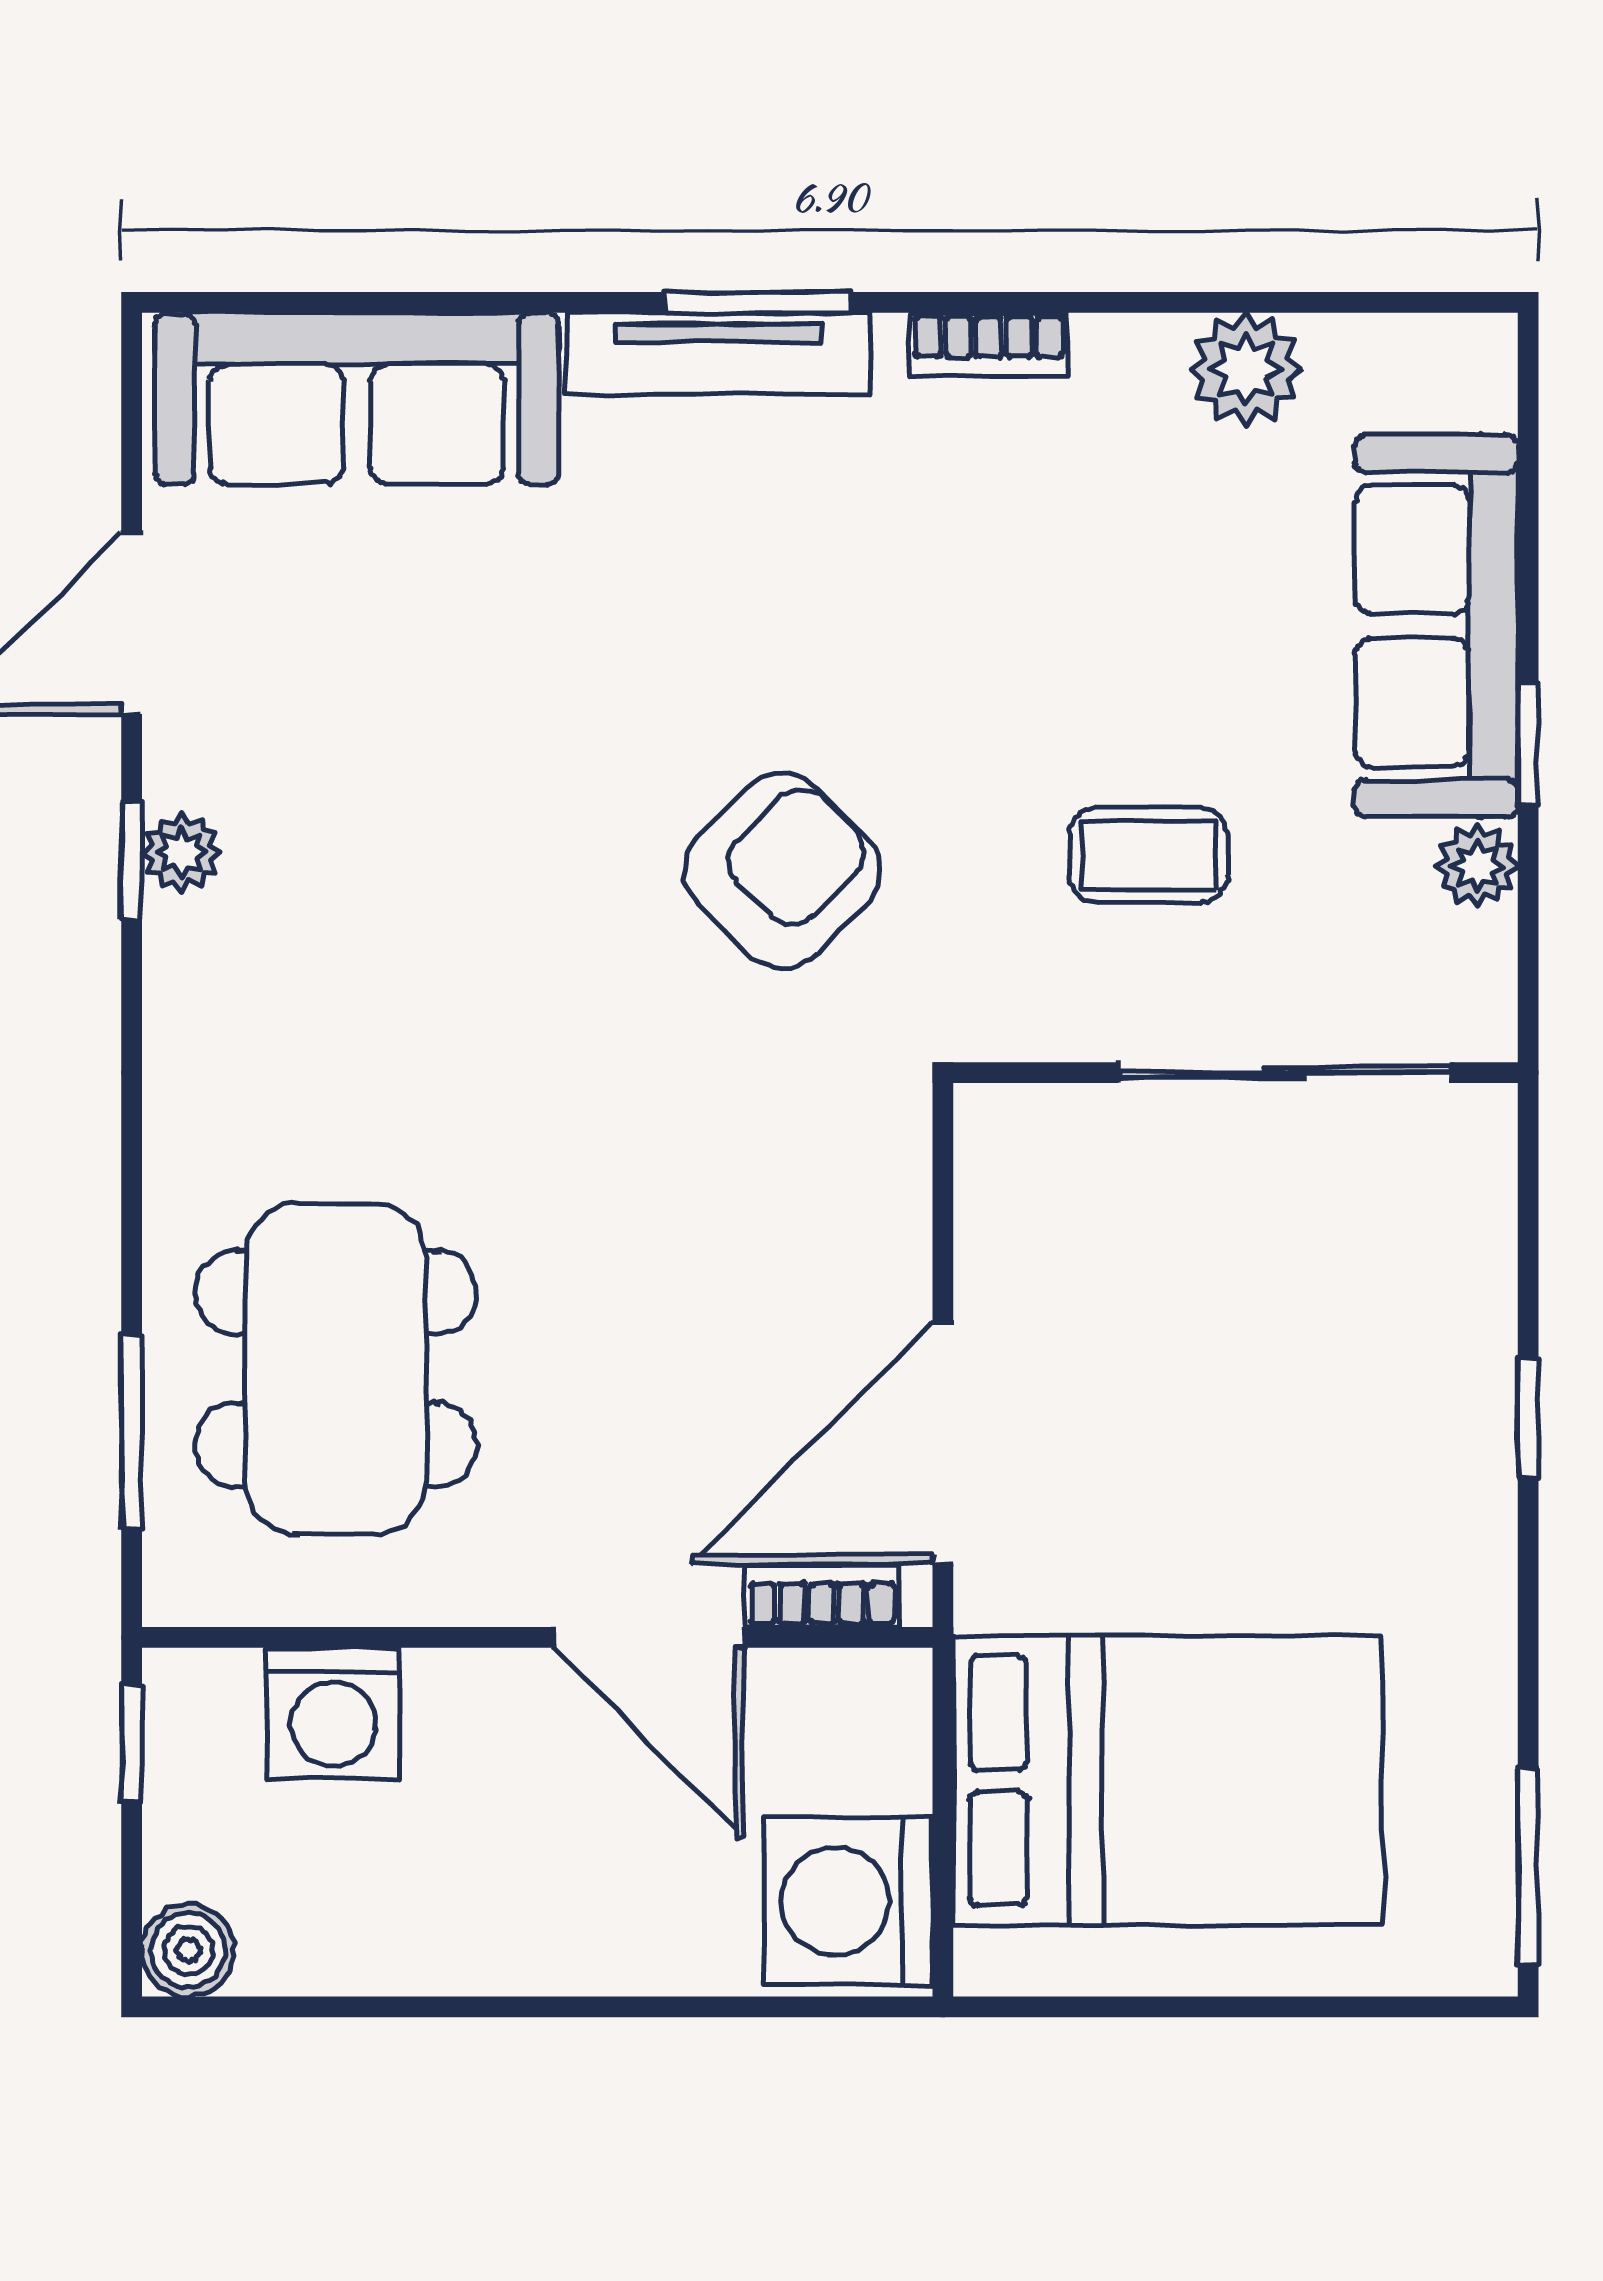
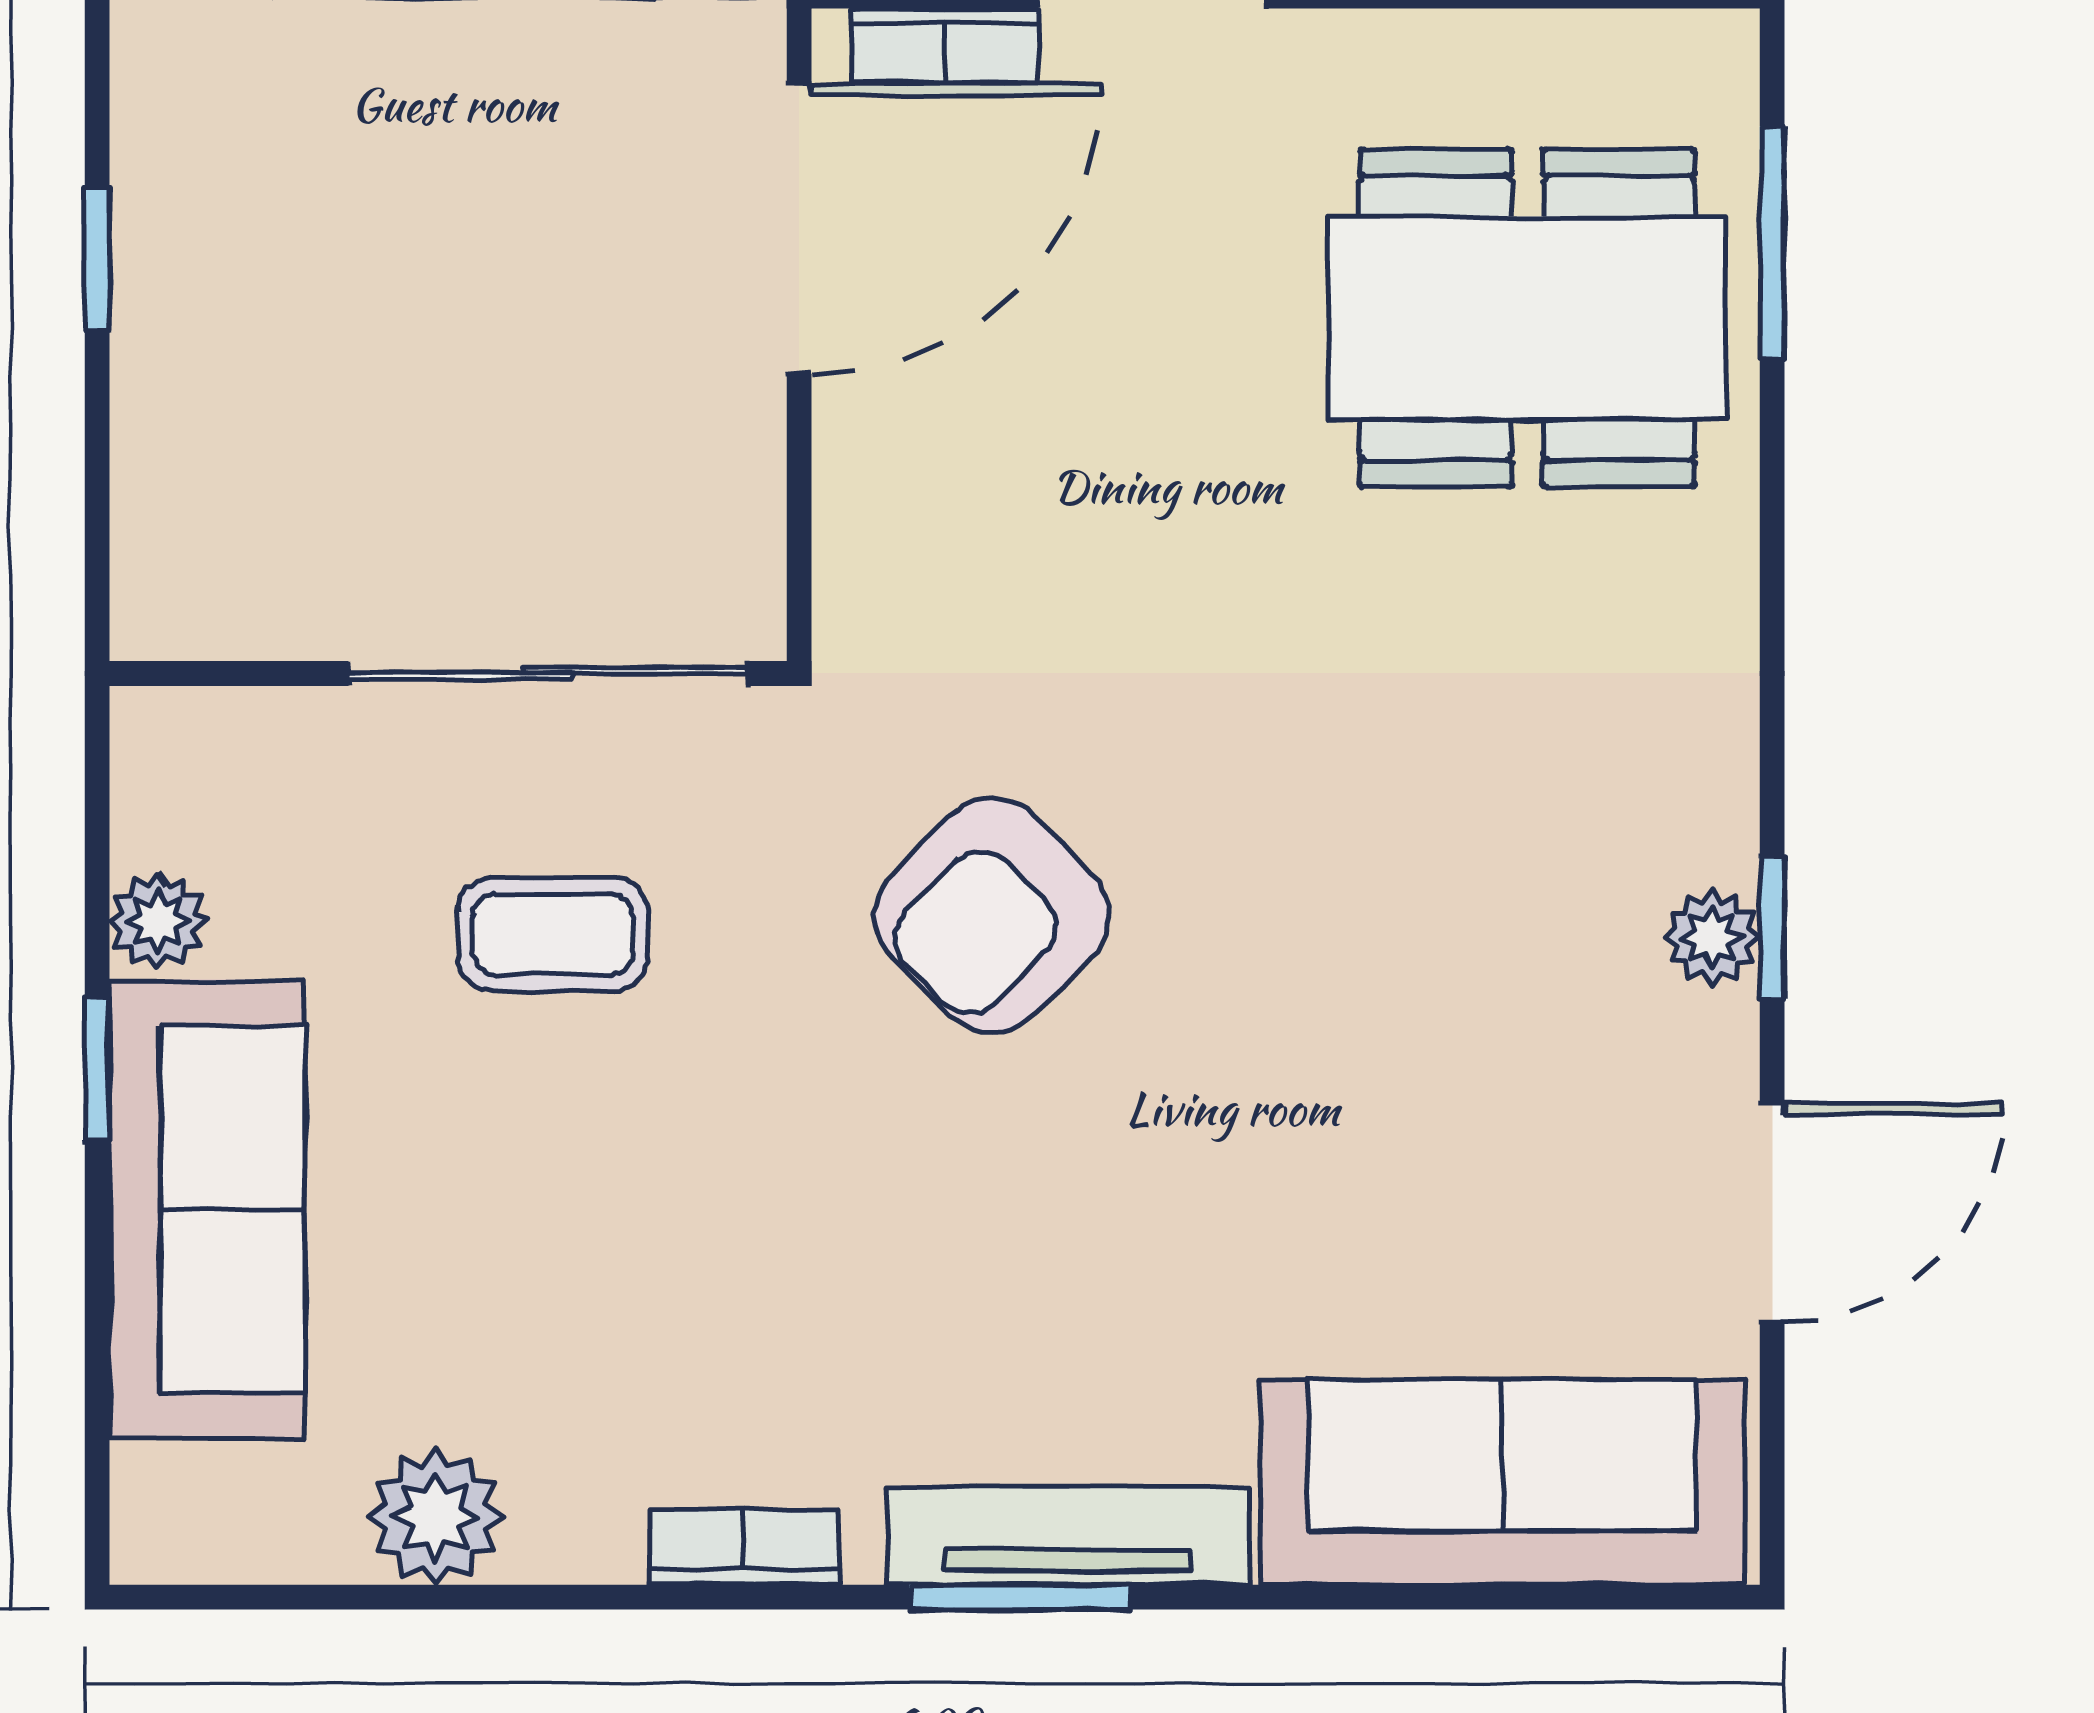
sliding door: (1285, 1073) -> (548, 673), moved
dining table: (336, 1369) -> (1527, 318), turned 90

